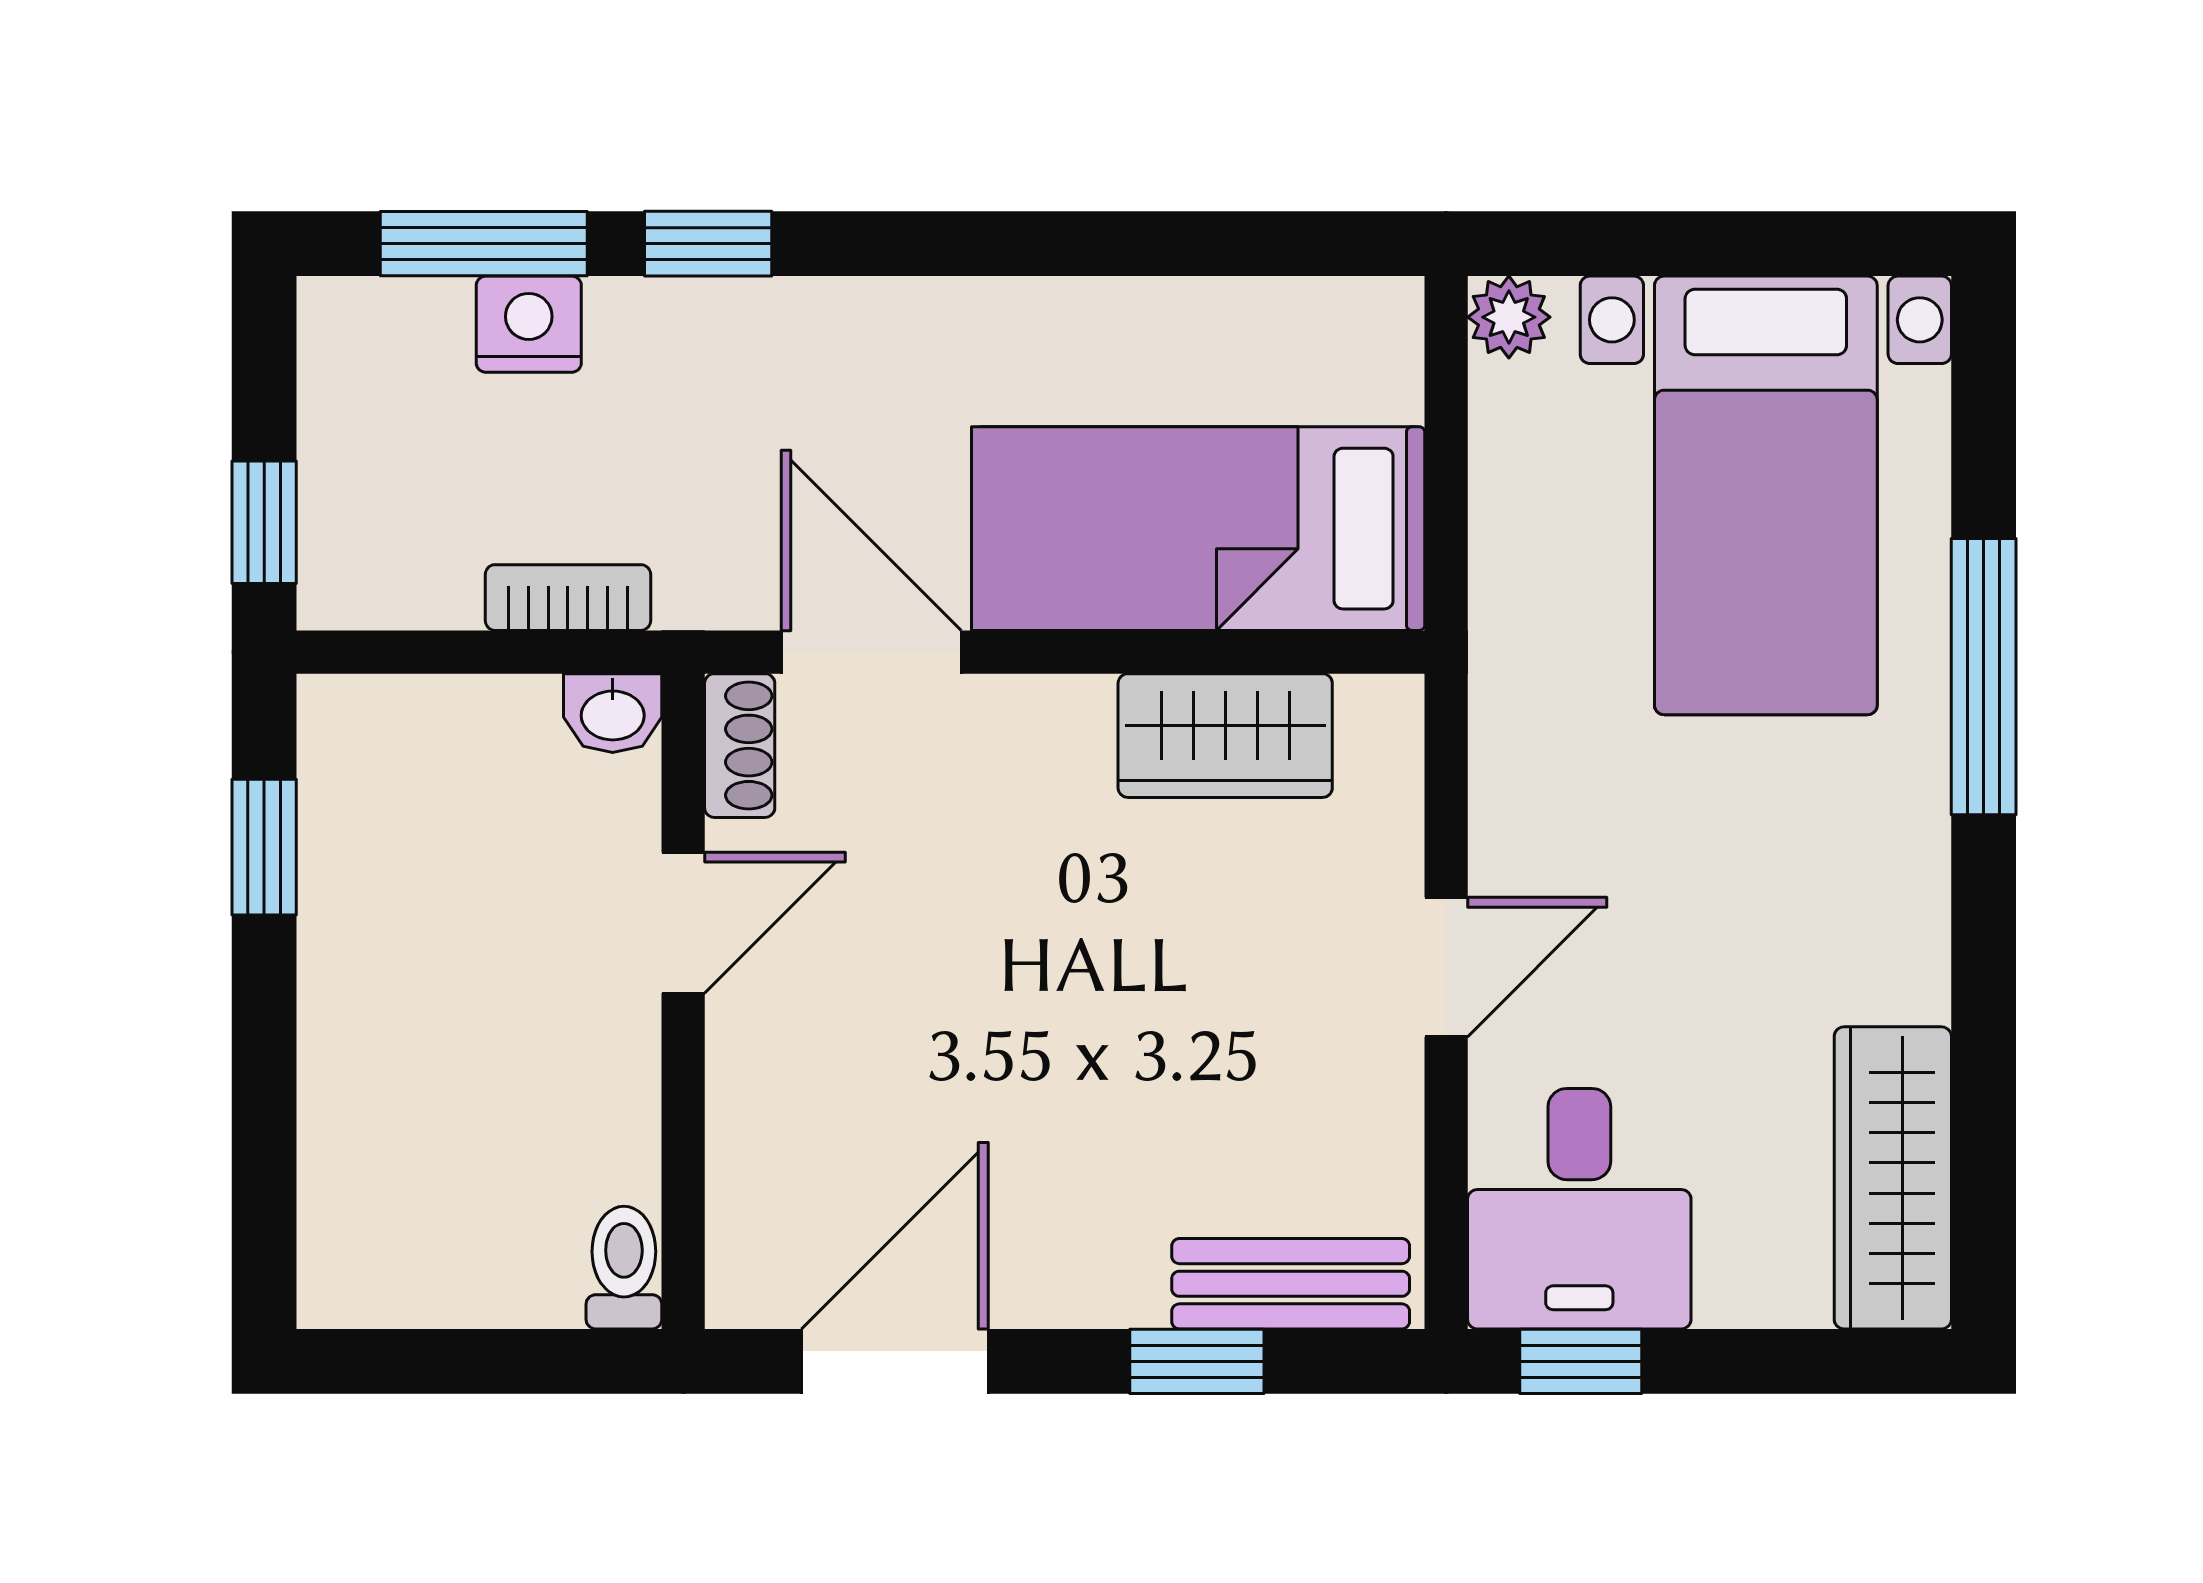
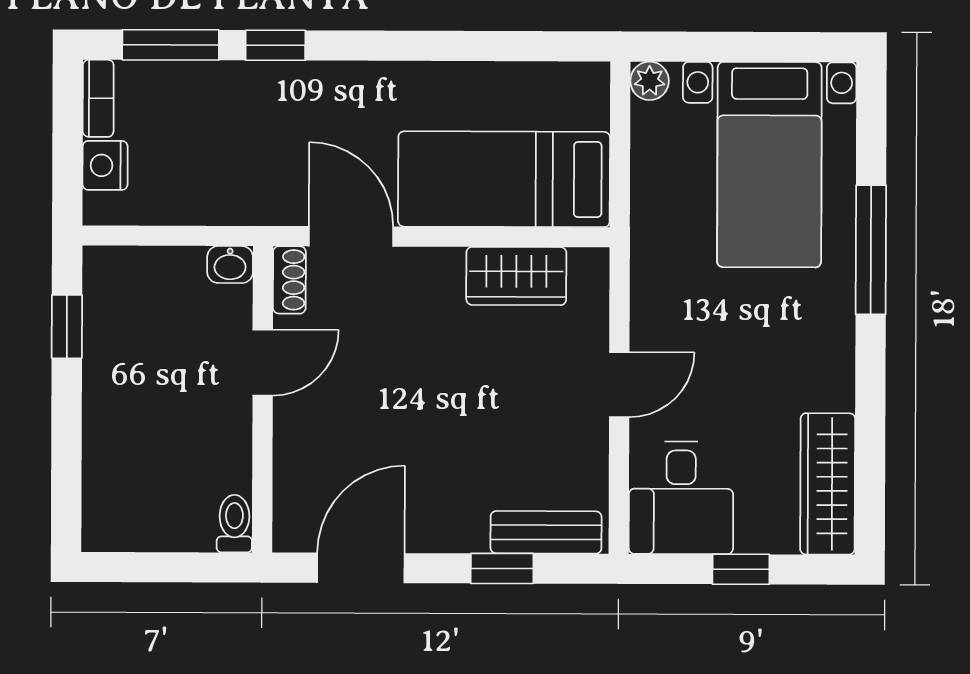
nightstand: (529, 324) -> (105, 165), moved, turned -90
window: (264, 522) -> (67, 175), removed
bookcase: (568, 598) -> (98, 98), moved, turned 90
window: (1581, 1361) -> (741, 569), moved

